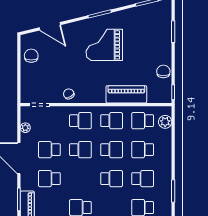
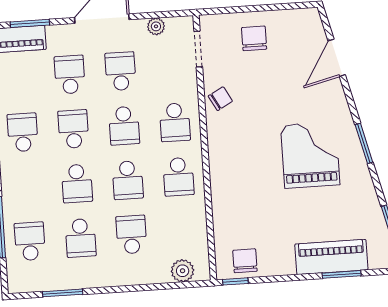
chair: (31, 56) -> (254, 38), moved, turned -90
chair: (163, 71) -> (245, 261), moved, turned -90
piano: (126, 94) -> (331, 257), moved, turned -90
school desk: (143, 121) -> (73, 129), moved

